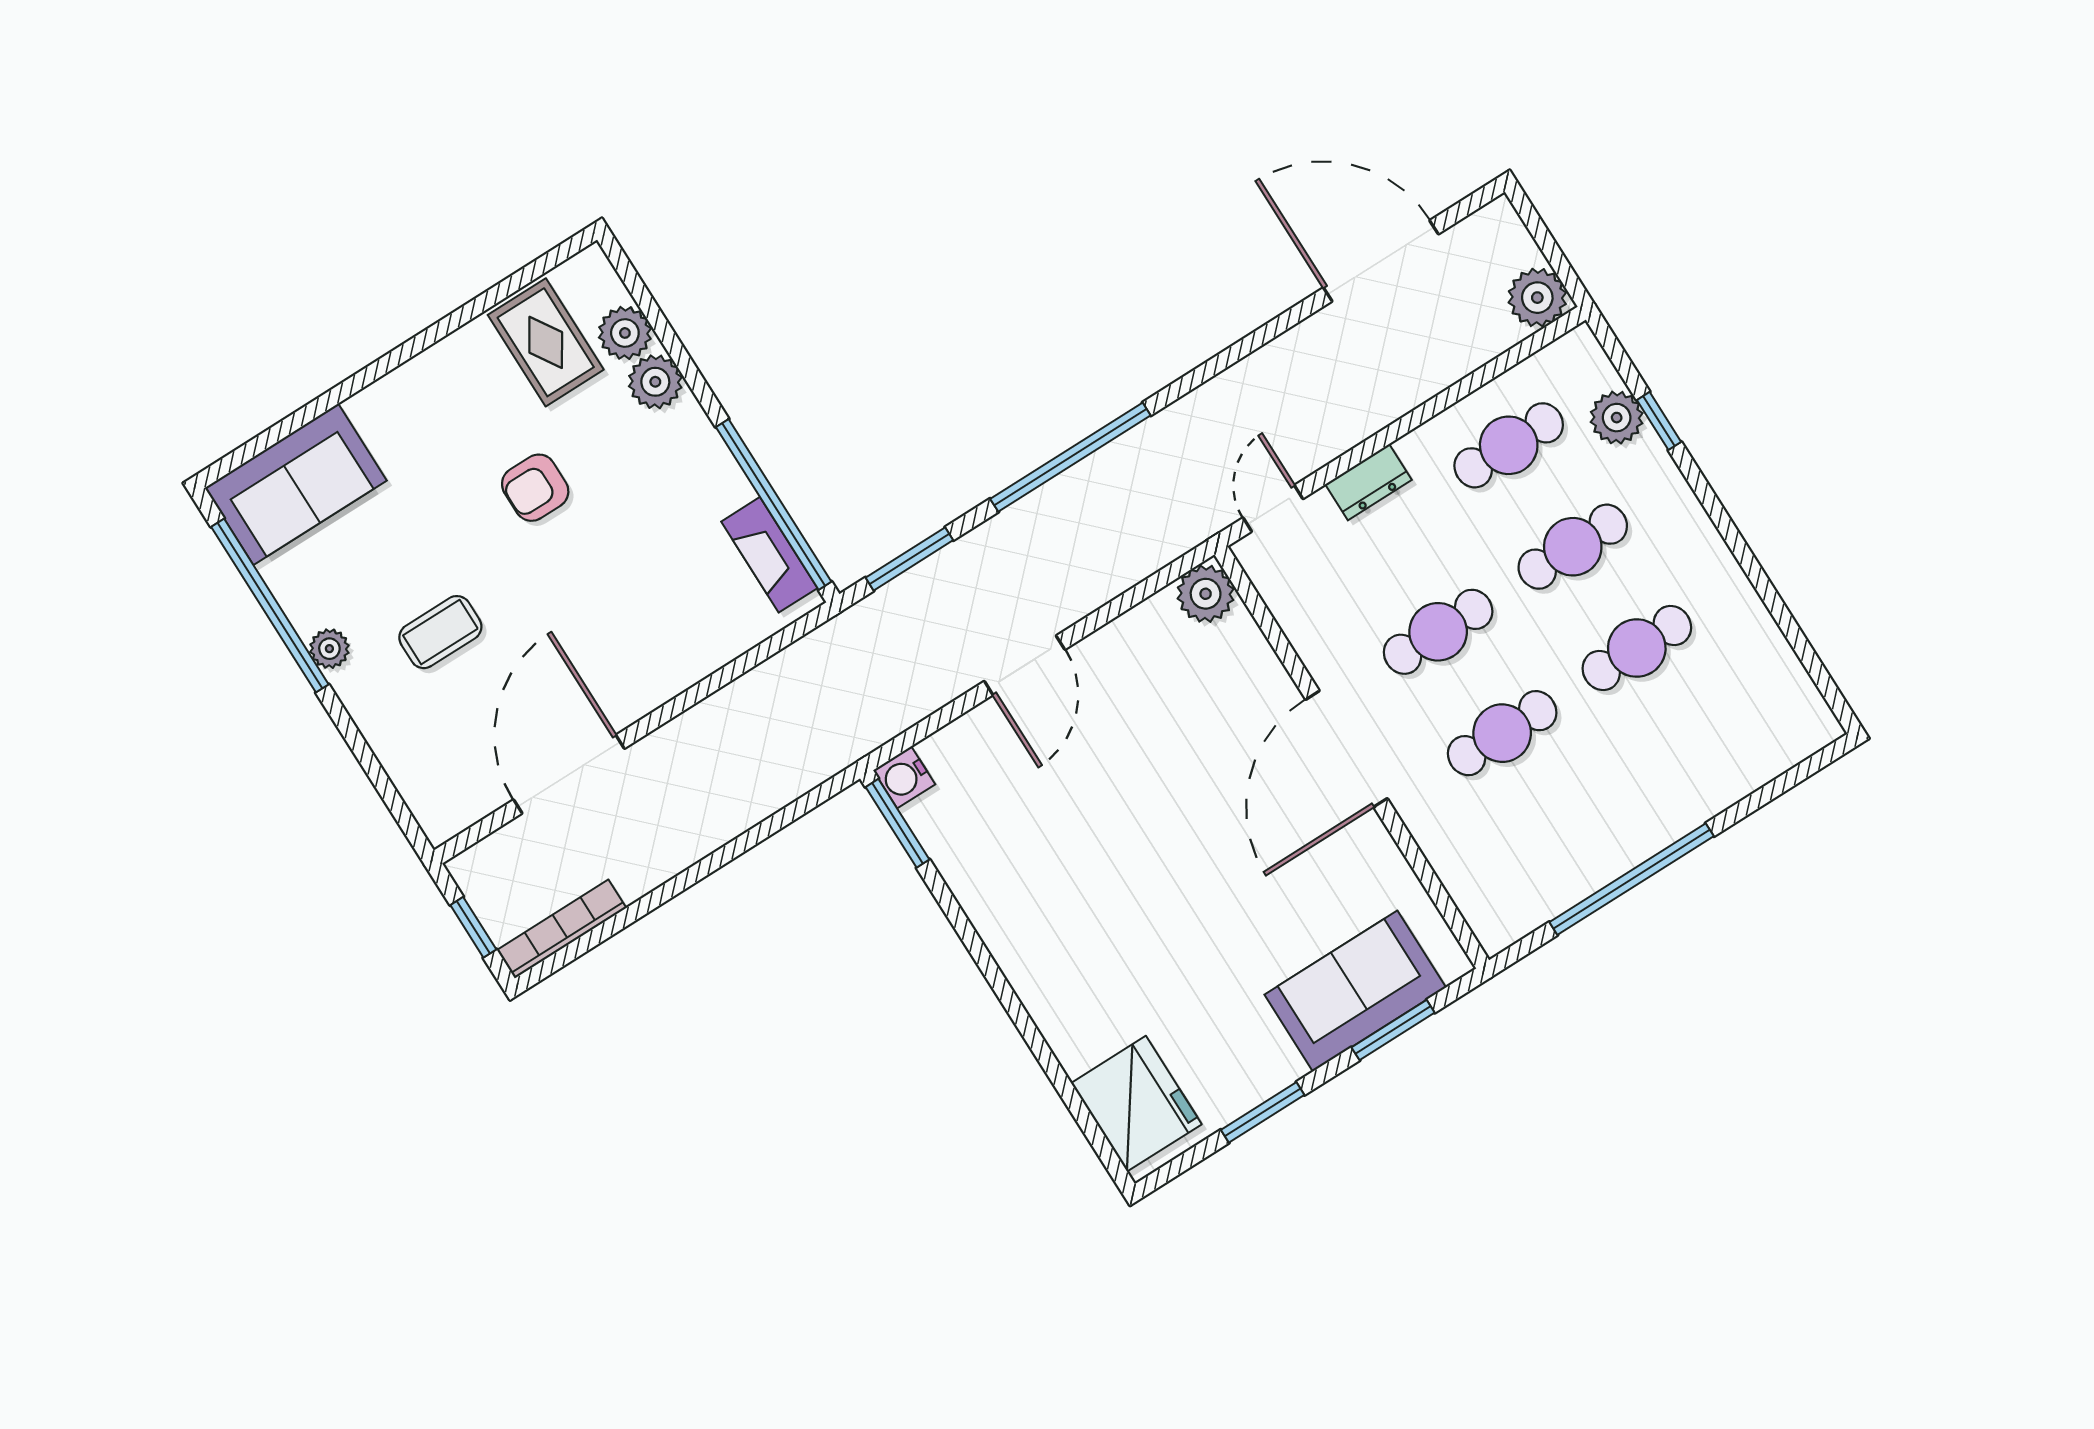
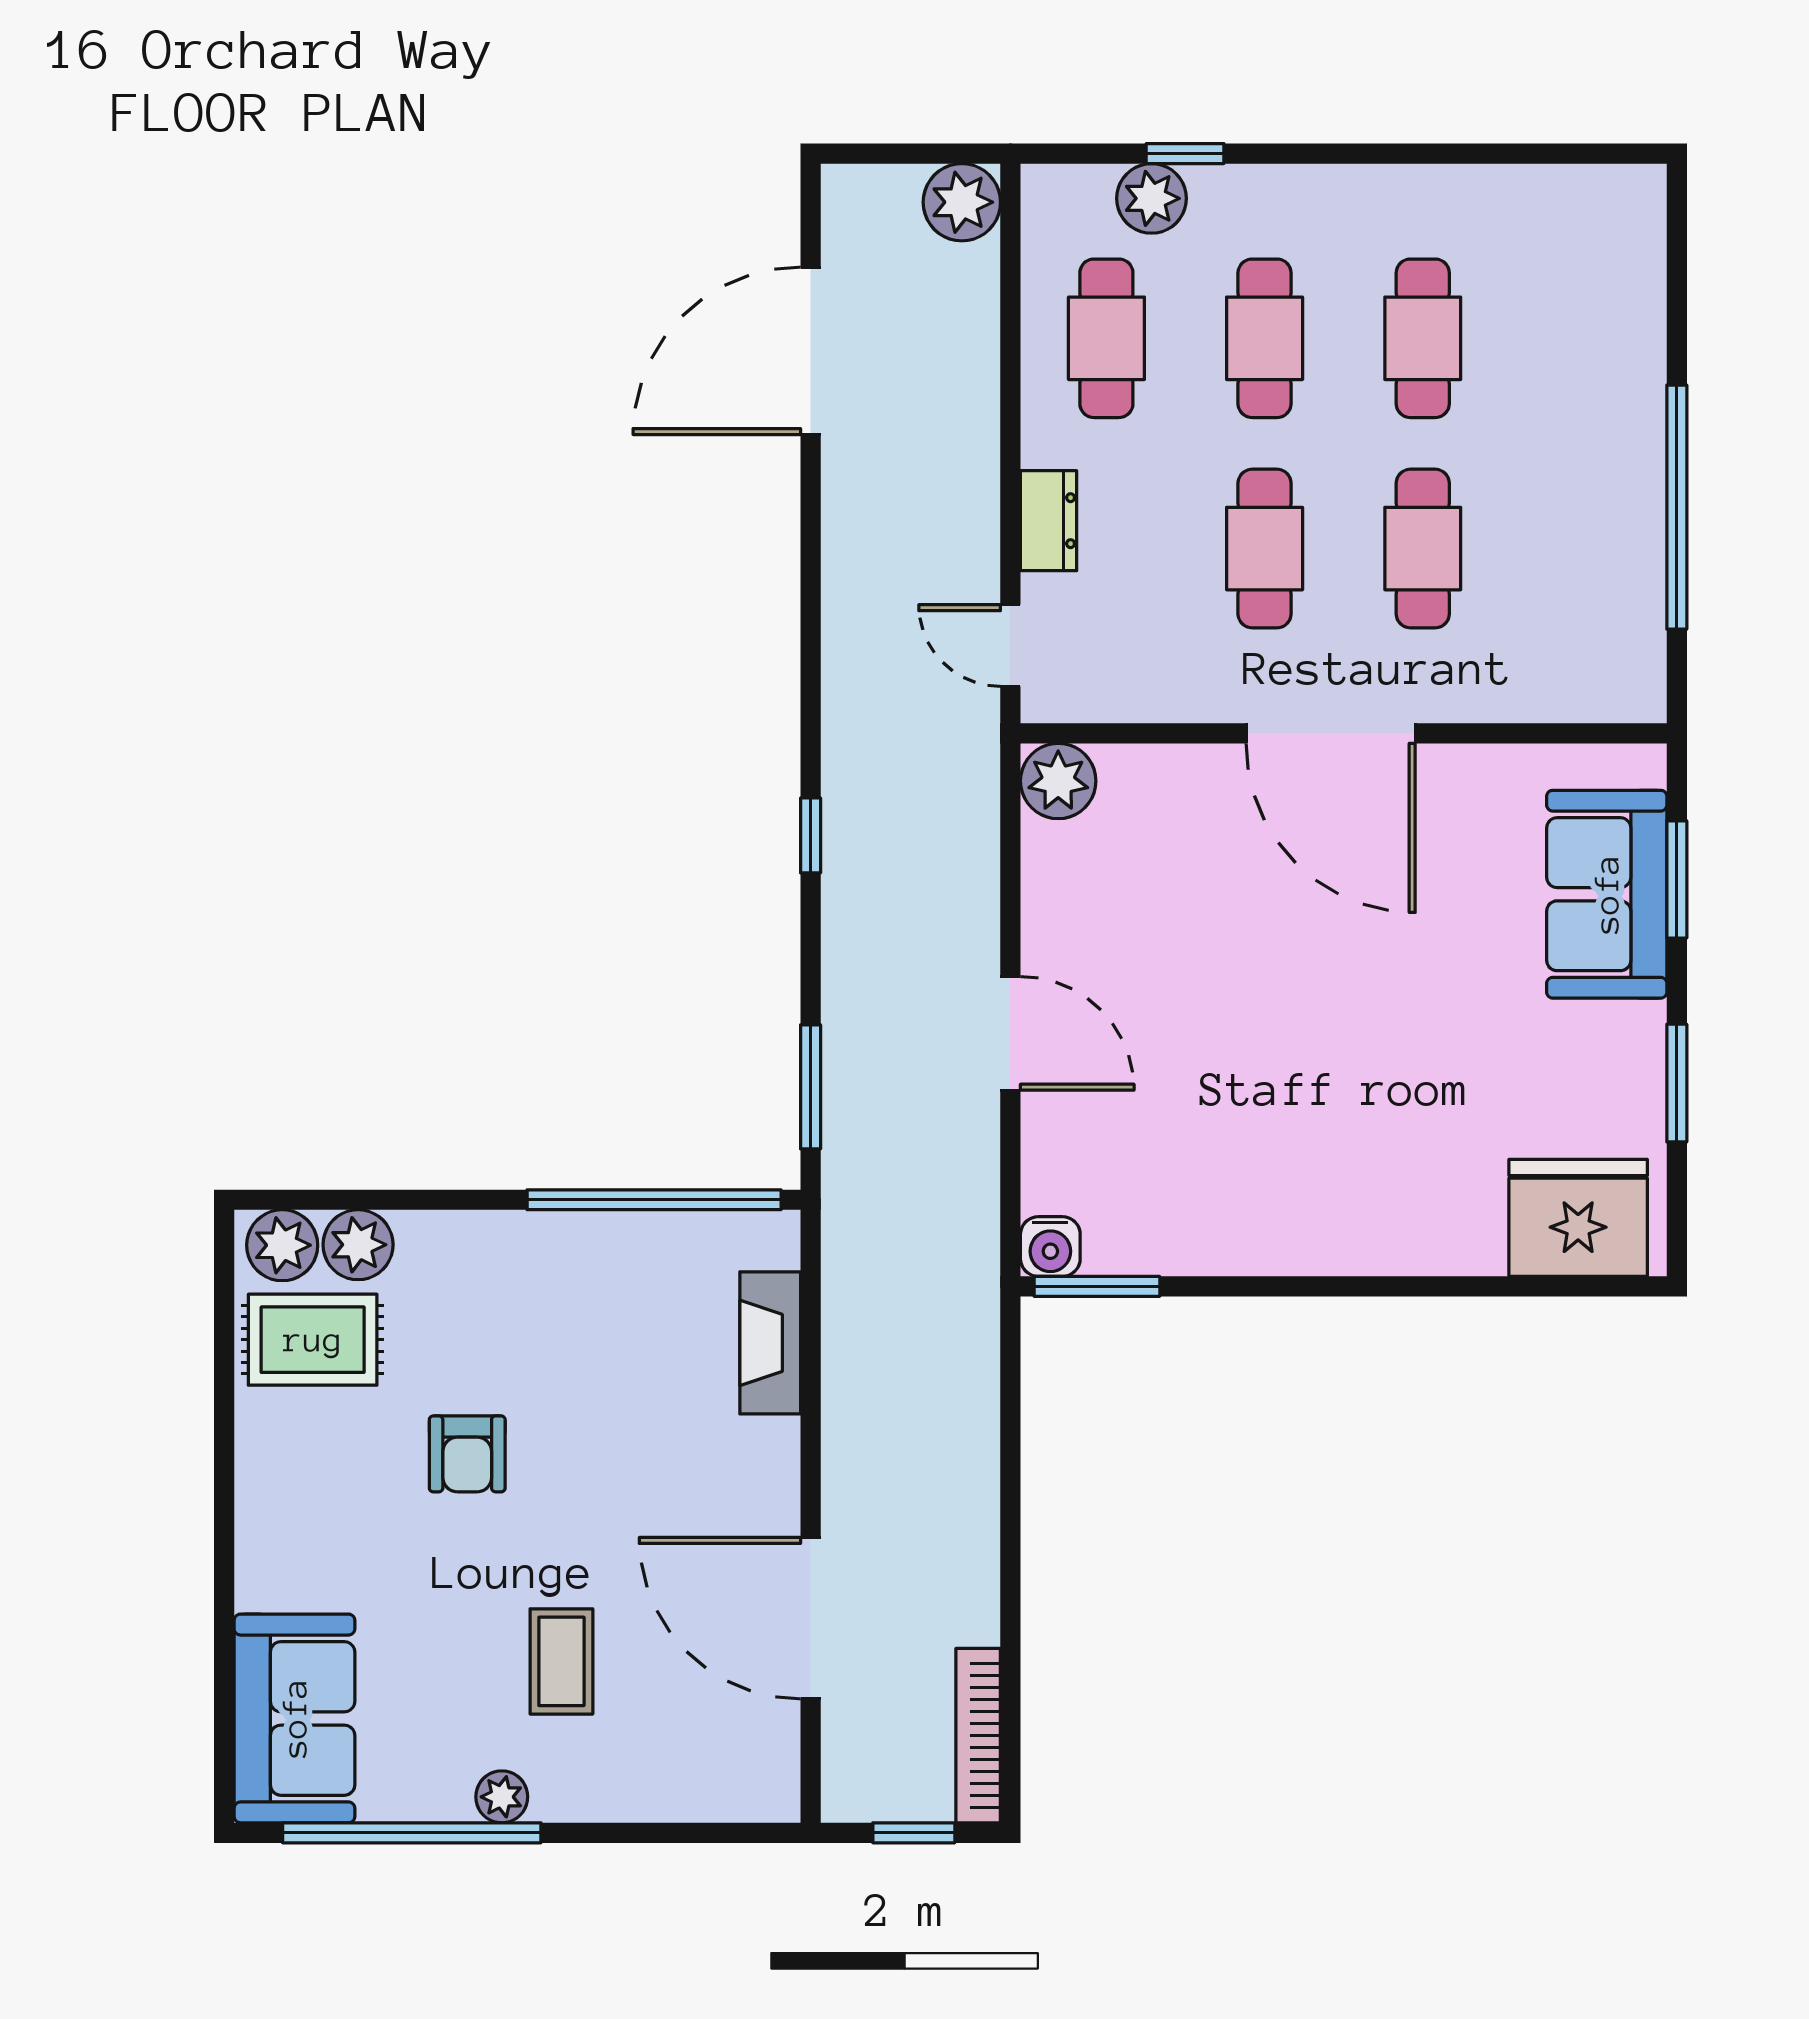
plant: (655, 382) -> (282, 1245), moved
window: (1070, 457) -> (811, 835), width x0.32
fireplace: (769, 555) -> (770, 1343), moved, turned 90

